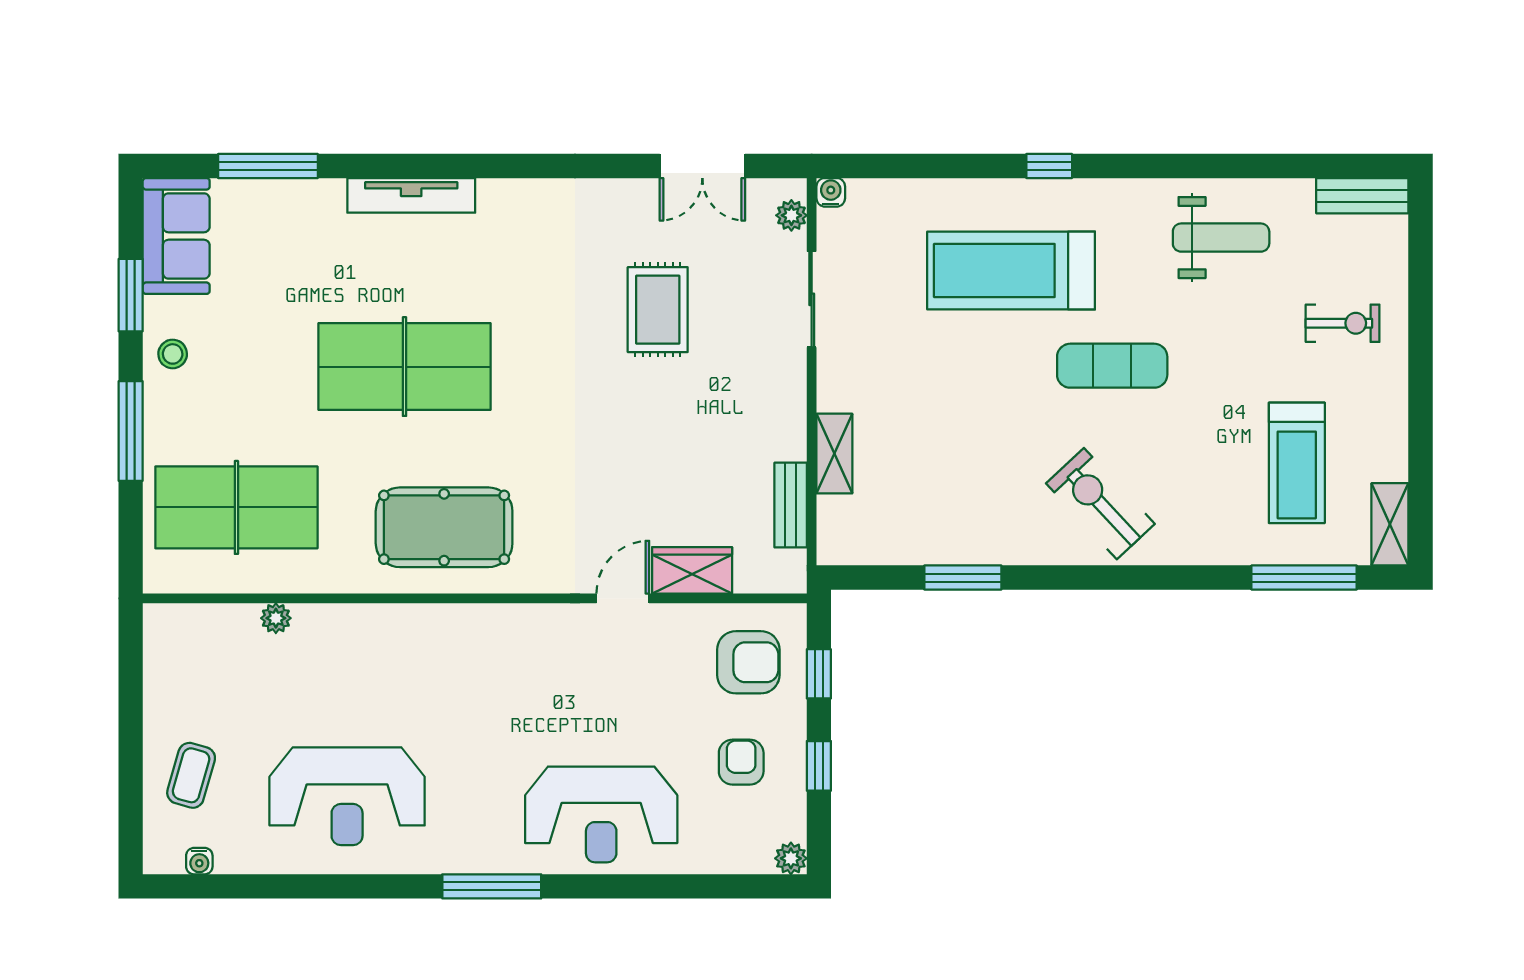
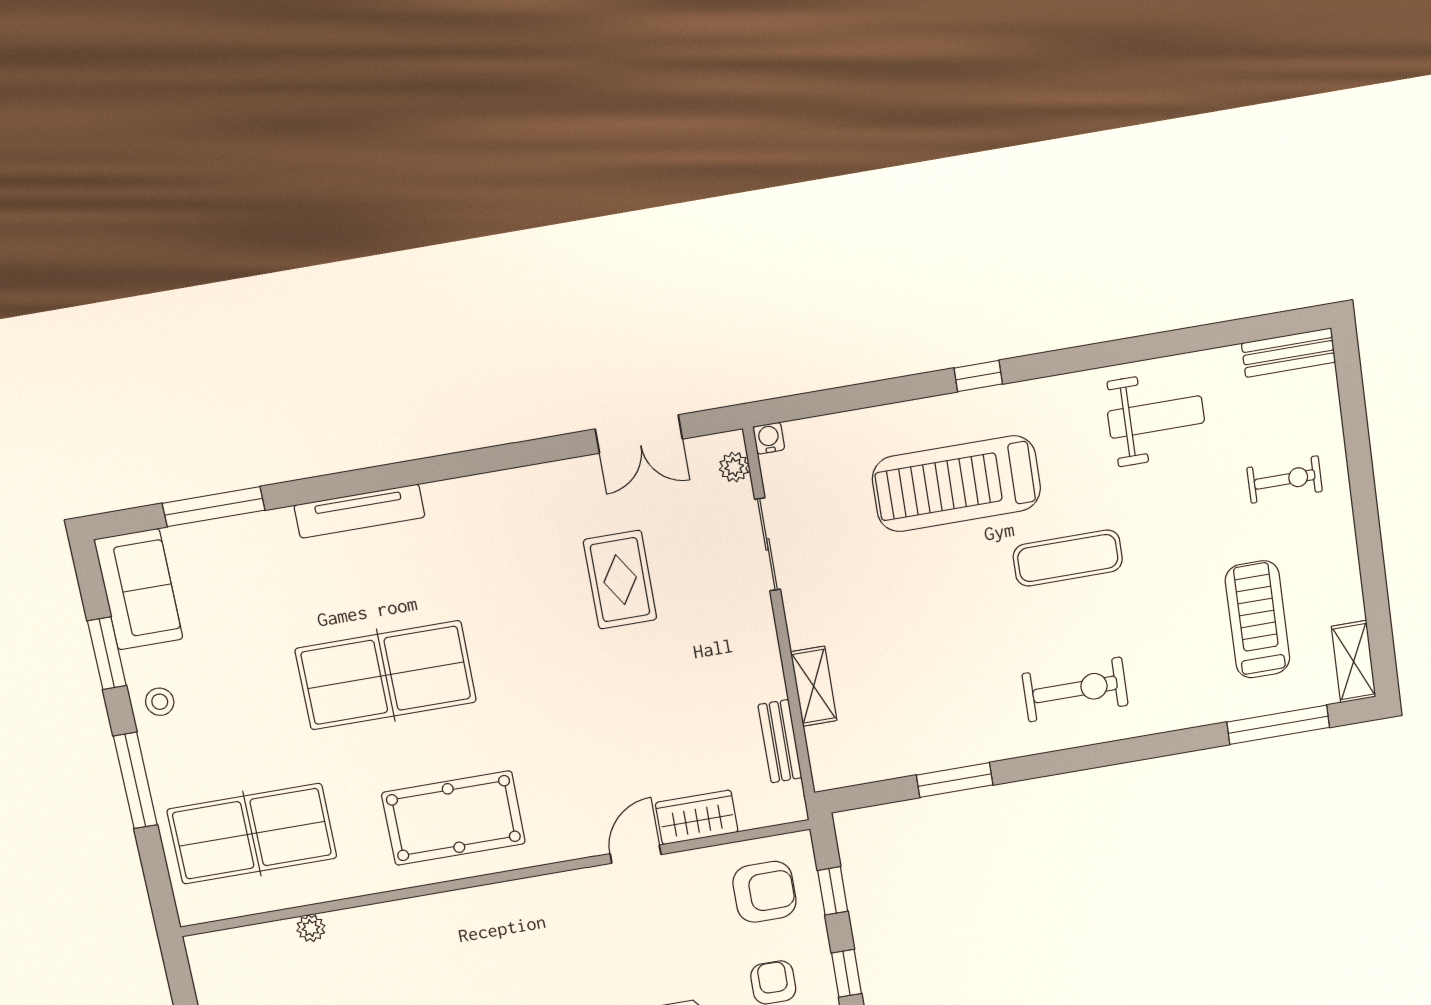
treadmill: (1297, 463) -> (1257, 619), turned 180
exercise bike: (1100, 504) -> (1075, 689), turned 133

